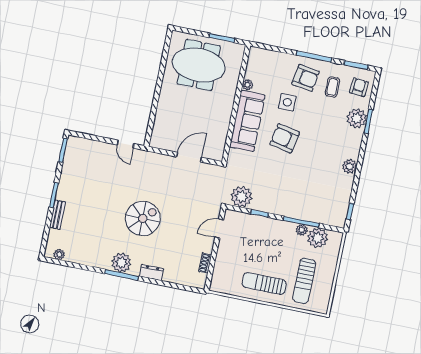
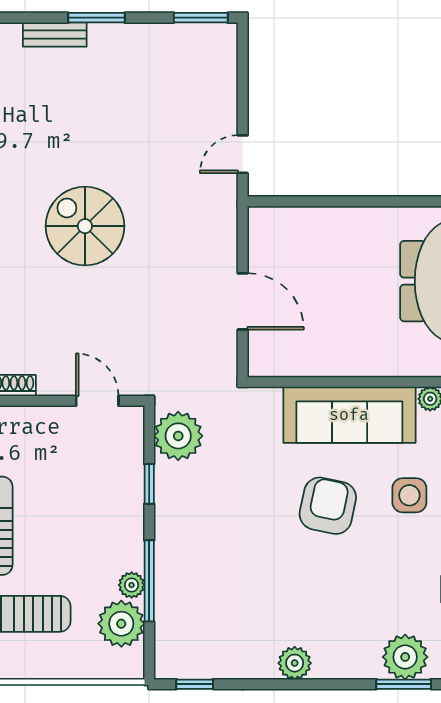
spiral stairs: (143, 218) -> (85, 226), turned 180

